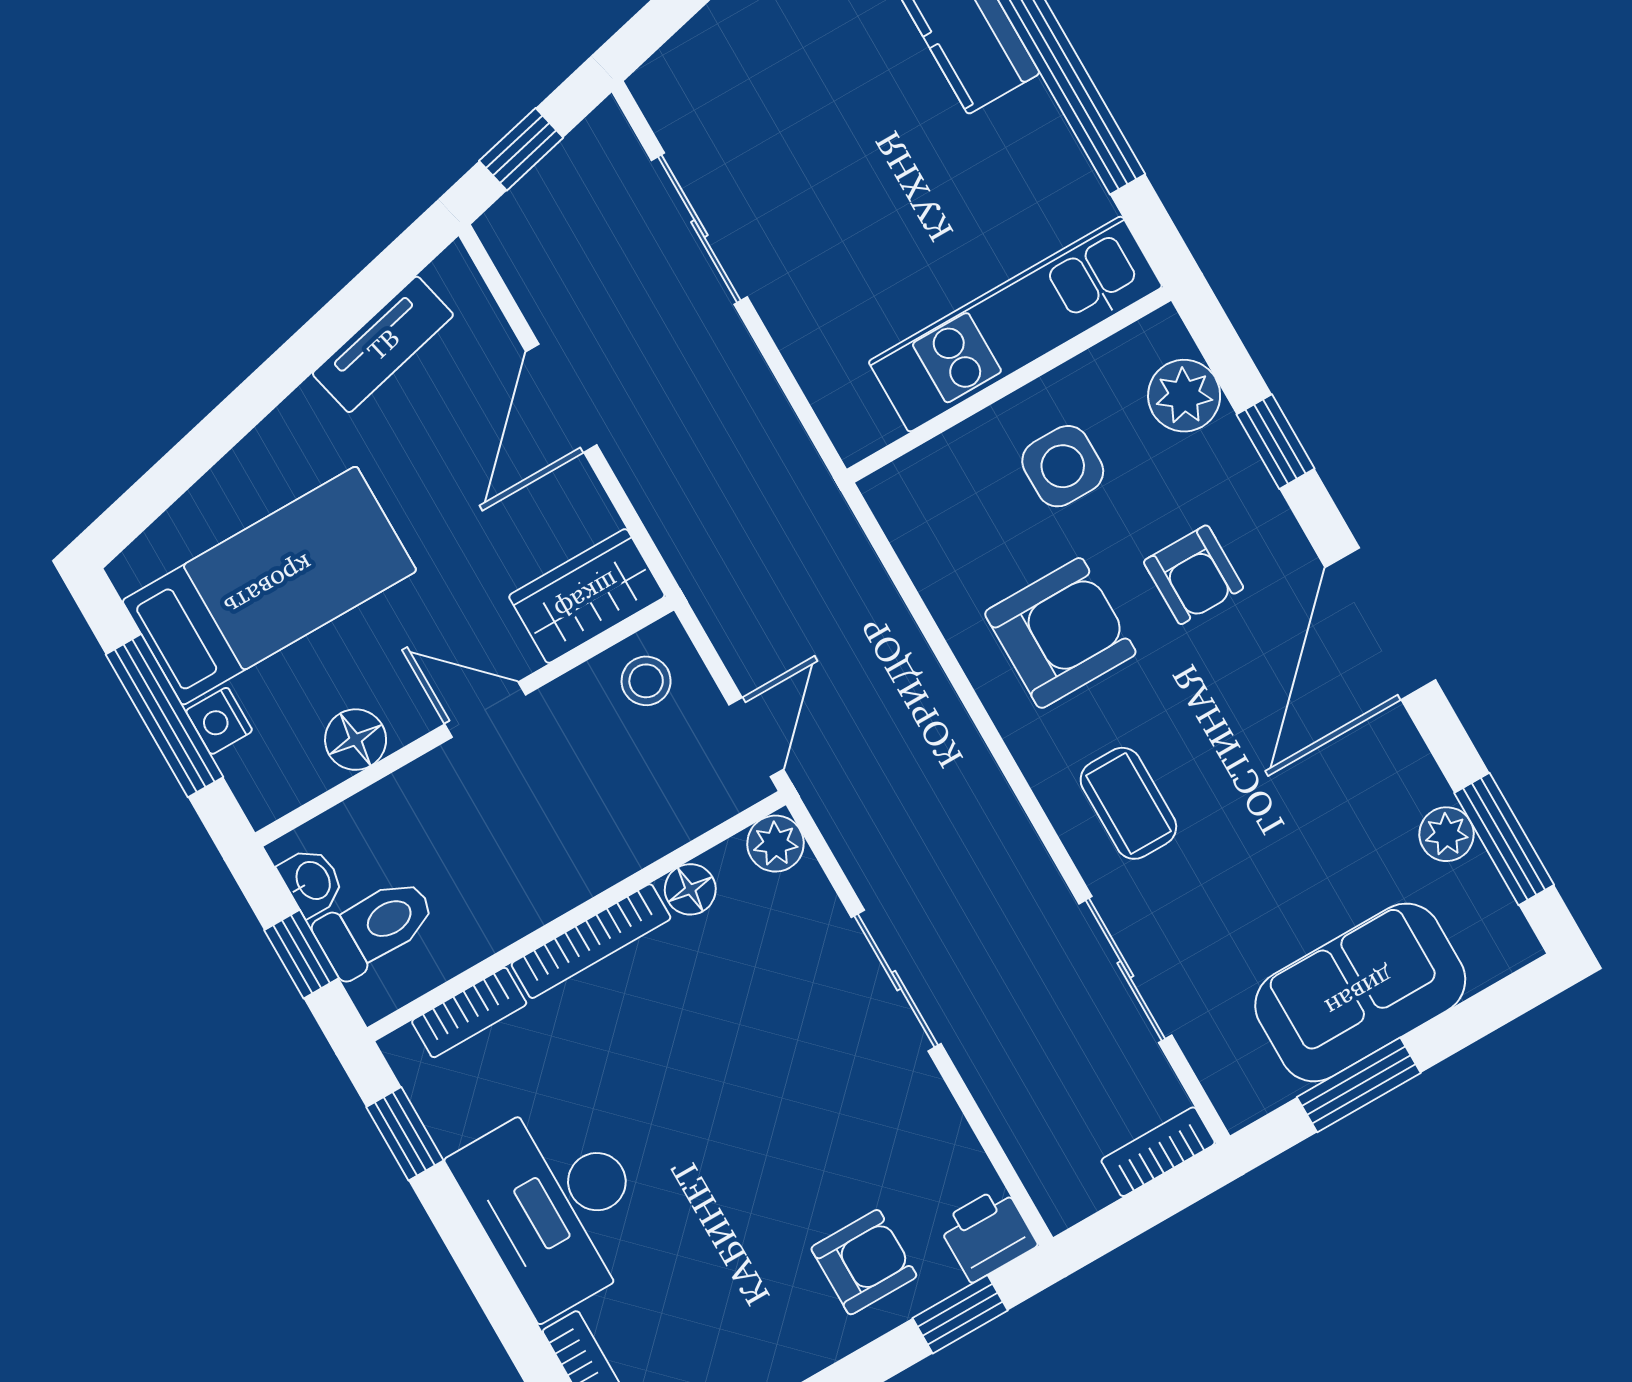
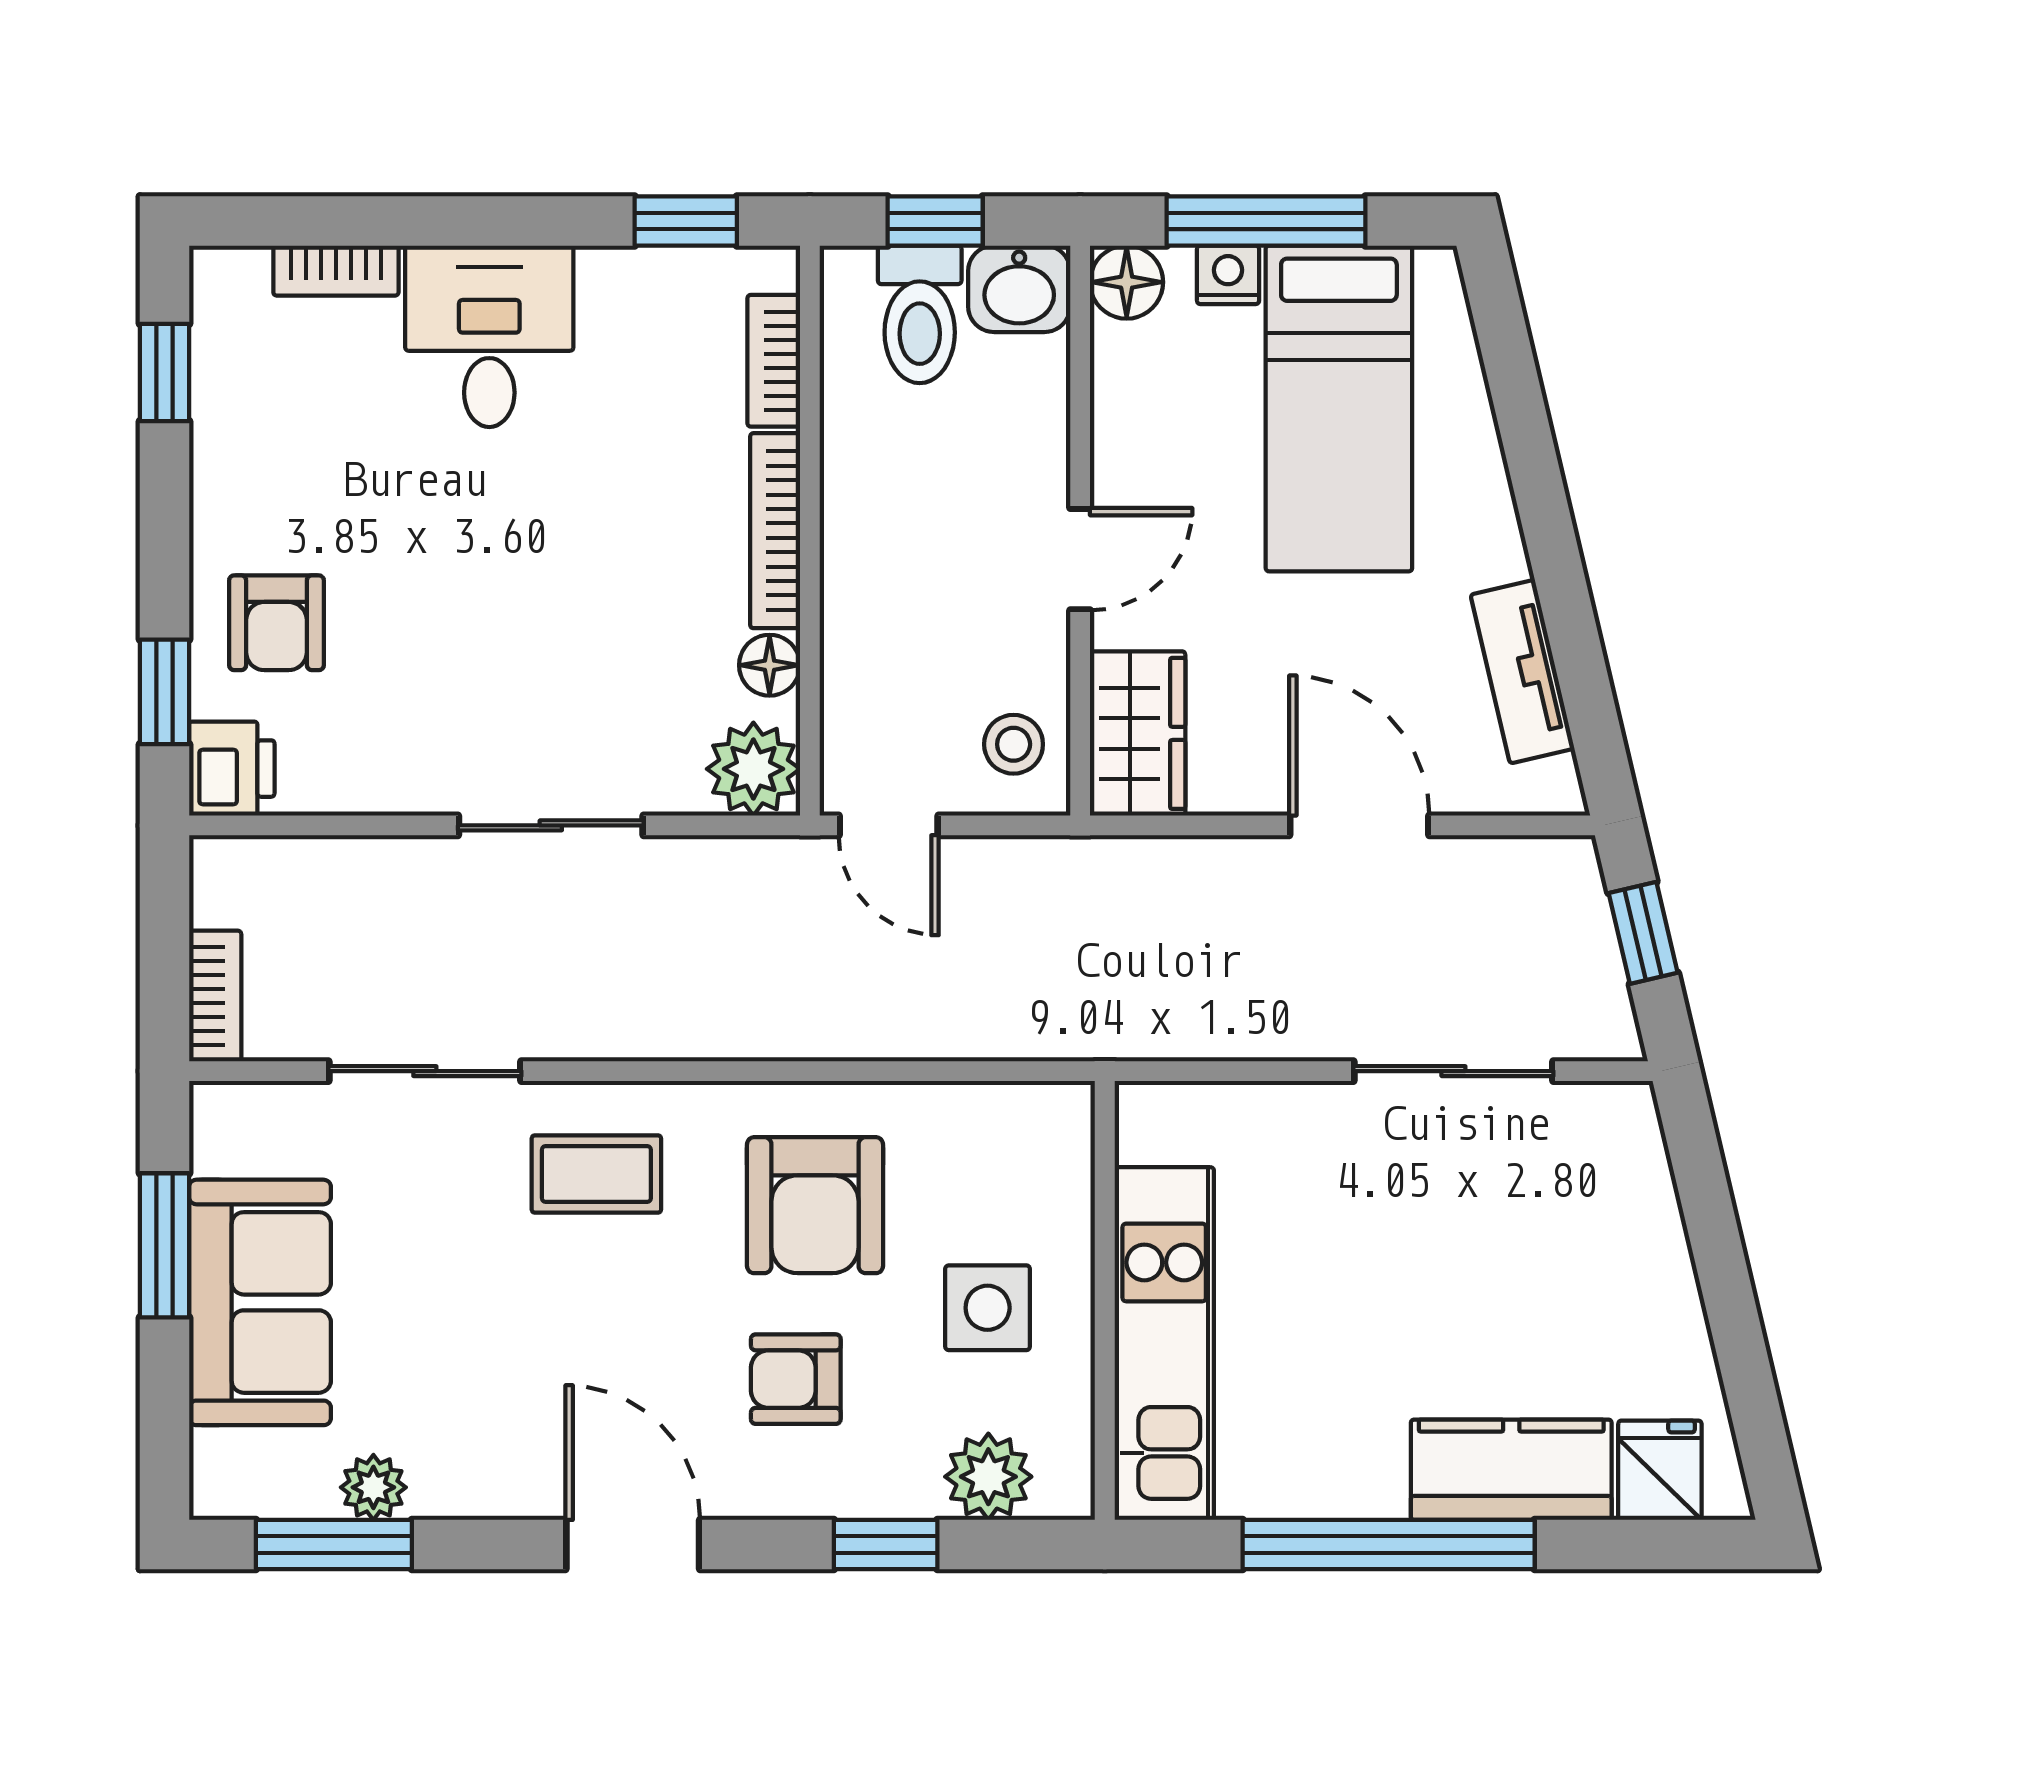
door: (1380, 624) -> (633, 1545), width x0.73
floor lamp: (356, 740) -> (1127, 282), moved
plant: (776, 844) -> (753, 769), width x1.38, depth x1.38
washbasin: (312, 881) -> (1019, 289), width x1.38, depth x1.45
desk: (556, 1205) -> (489, 336), width x0.73

